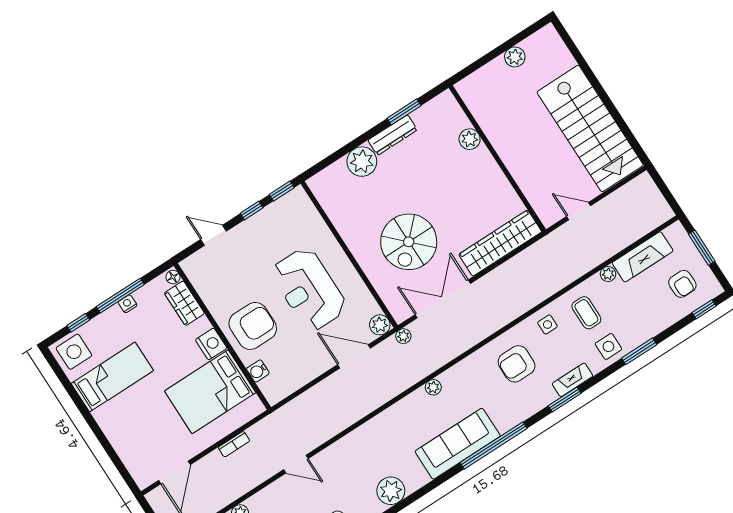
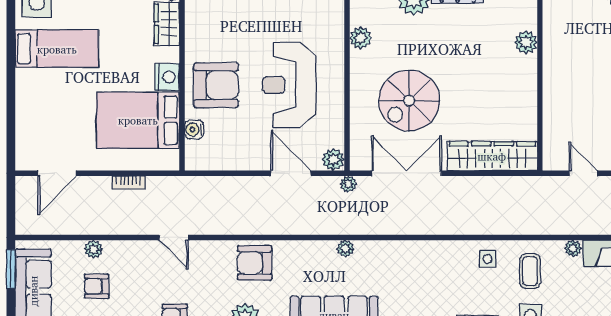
plant: (340, 218) -> (361, 38), added
armchair: (517, 364) -> (255, 263), moved

